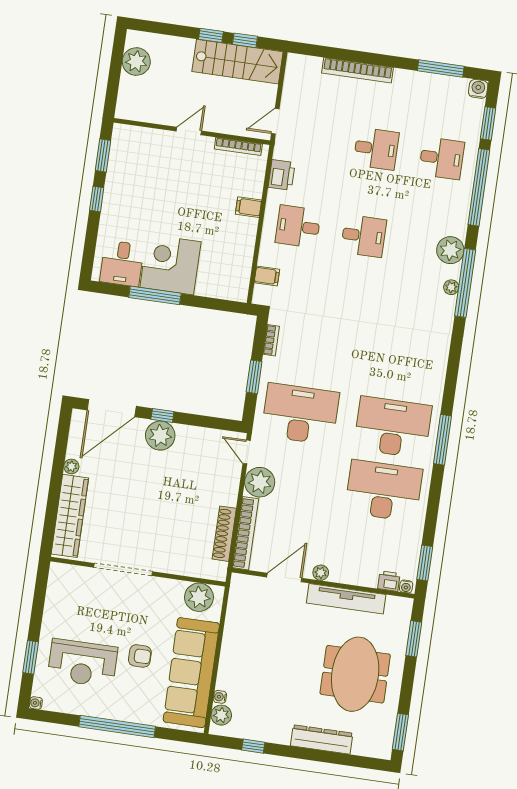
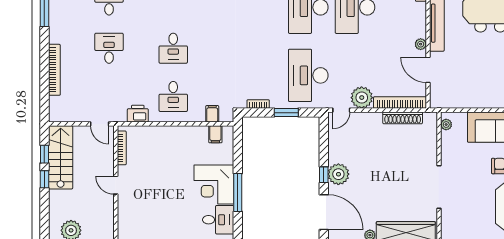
filing cabinet: (248, 207) -> (215, 134), moved
desk: (364, 236) -> (173, 48), turned 180
plant: (199, 597) -> (446, 125), width x0.53, depth x0.53

